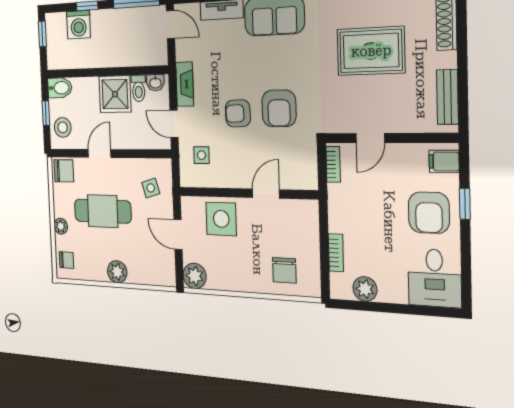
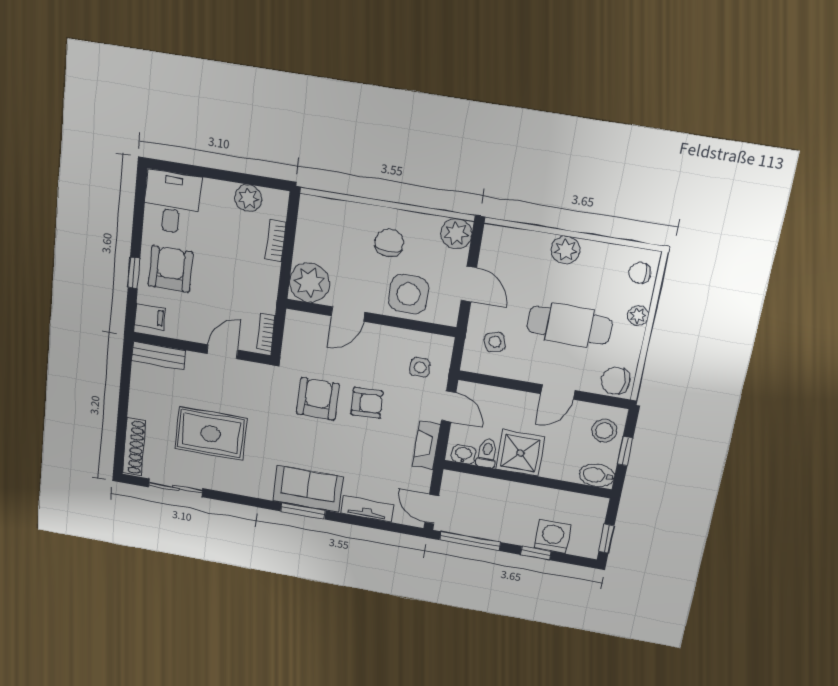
bench: (447, 97) -> (158, 355), moved, turned 90
plant: (302, 217) -> (309, 283), added
chair: (284, 270) -> (389, 243), moved

